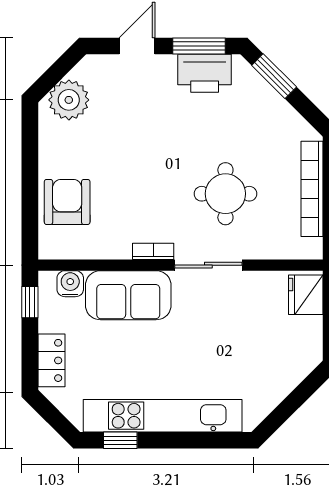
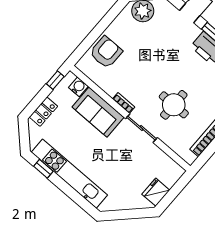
fridge: (306, 295) -> (156, 192), moved

